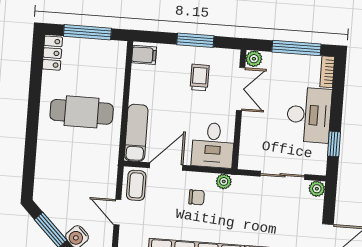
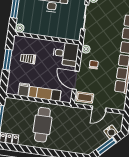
filing cabinet: (144, 55) -> (24, 90), moved
double door: (241, 89) -> (36, 37), removed
exam couch: (136, 133) -> (45, 94), moved

